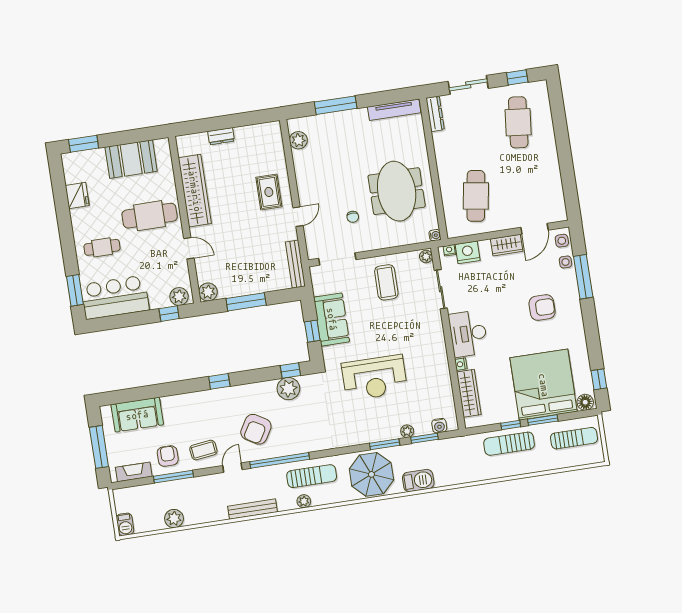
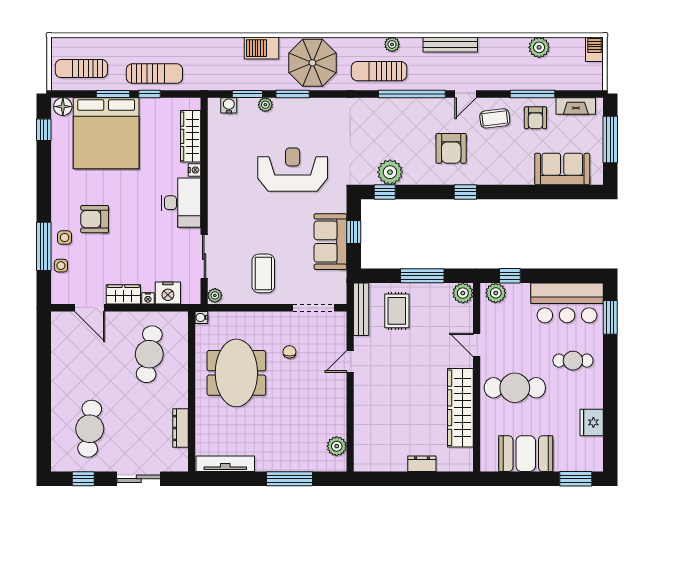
dresser: (435, 114) -> (180, 428), moved
rug: (269, 192) -> (397, 311), moved
door: (534, 229) -> (90, 308), swing flipped
side table: (562, 241) -> (65, 238), moved
nightstand: (449, 250) -> (148, 298), moved
armchair: (256, 429) -> (451, 148), moved, turned 149

